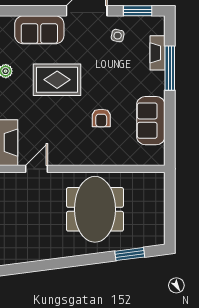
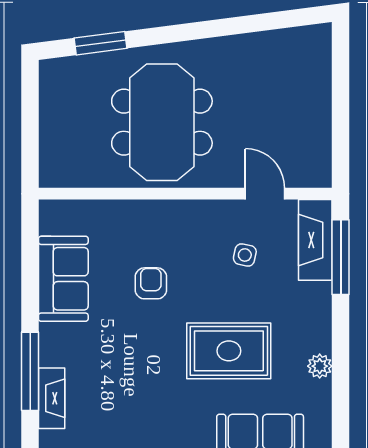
side table: (118, 36) -> (245, 255), moved
door: (37, 169) -> (265, 194), swing flipped

